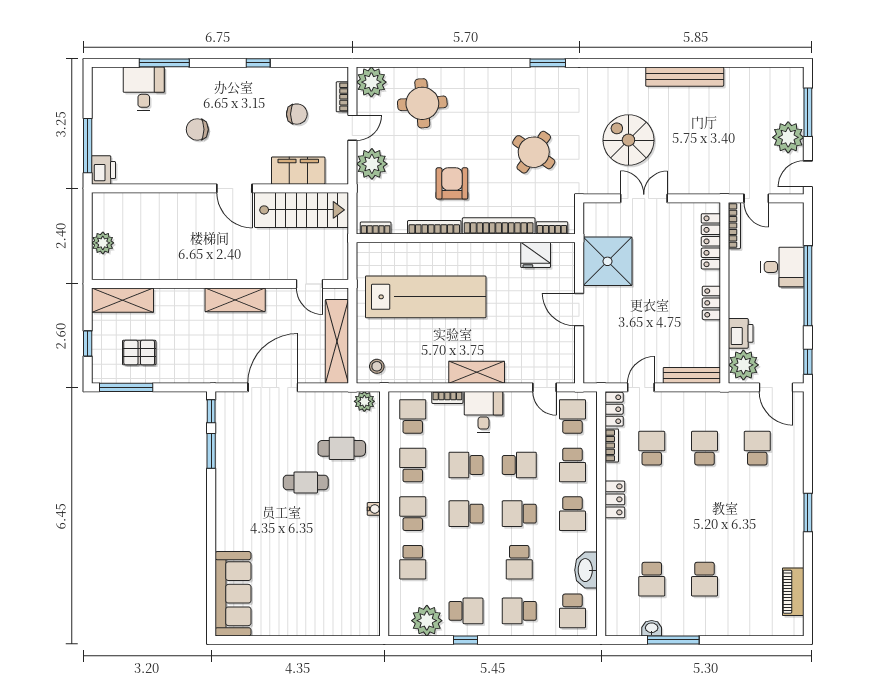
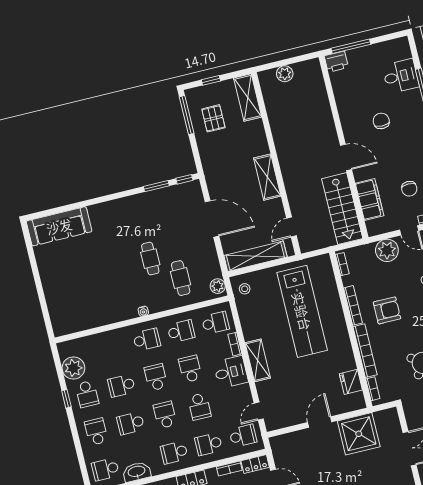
door: (234, 188) -> (346, 157), swing flipped
school desk: (413, 562) -> (121, 386), moved

